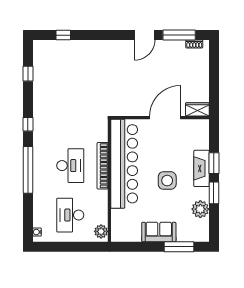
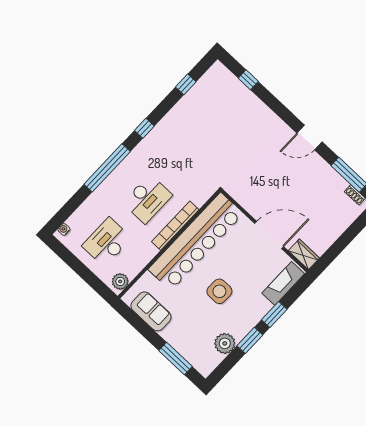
door: (145, 35) -> (310, 137), moved
fireplace: (202, 168) -> (283, 283), moved
sofa: (159, 232) -> (151, 311), moved

